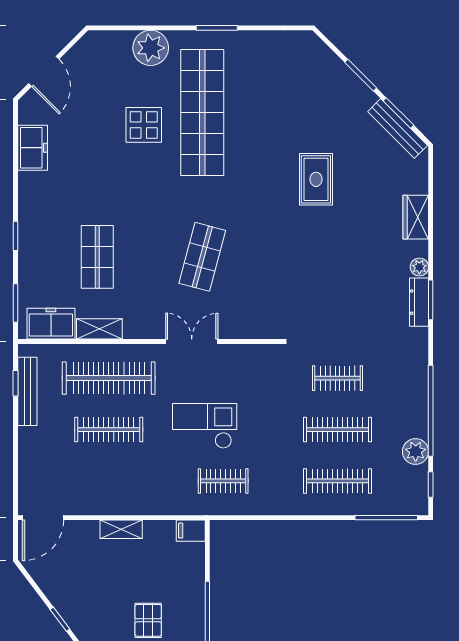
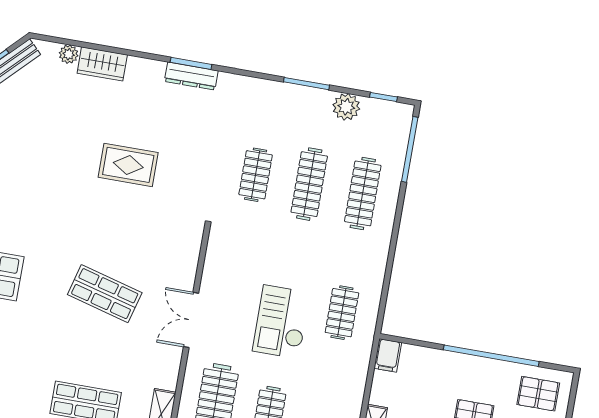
rug: (316, 179) -> (128, 165), moved
plant: (419, 267) -> (69, 54), moved
window: (431, 411) -> (307, 84), width x0.47

